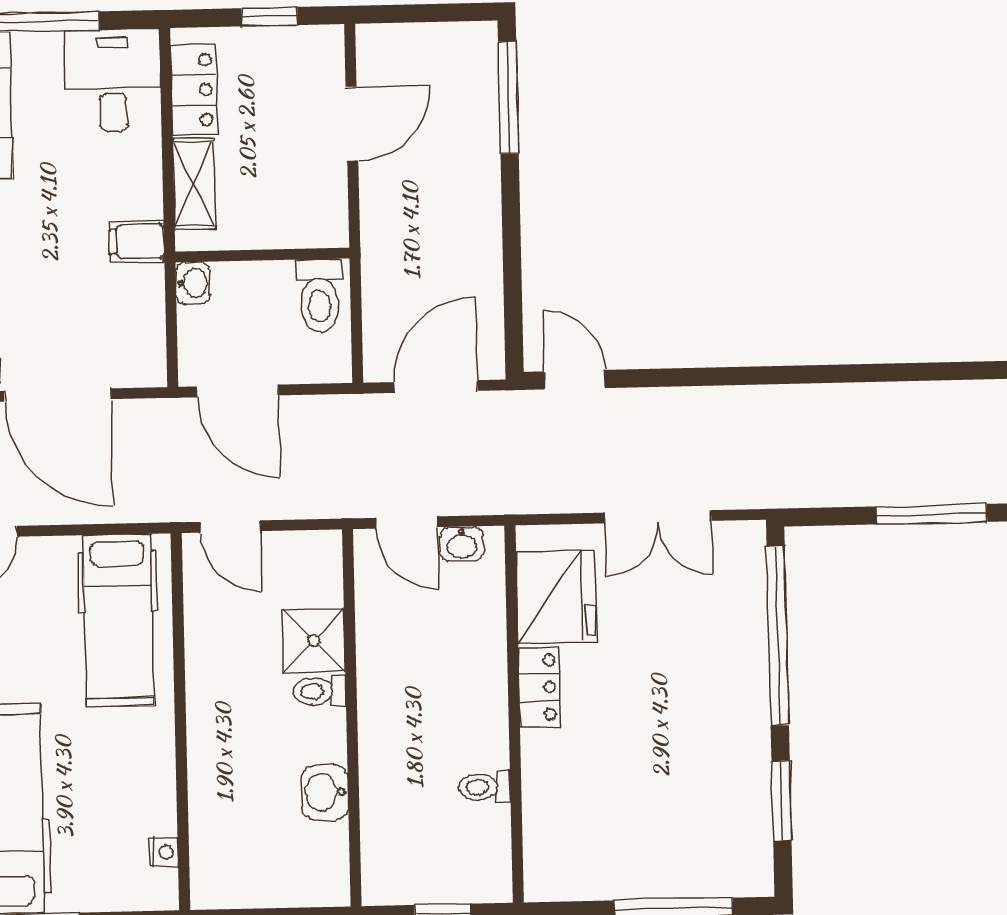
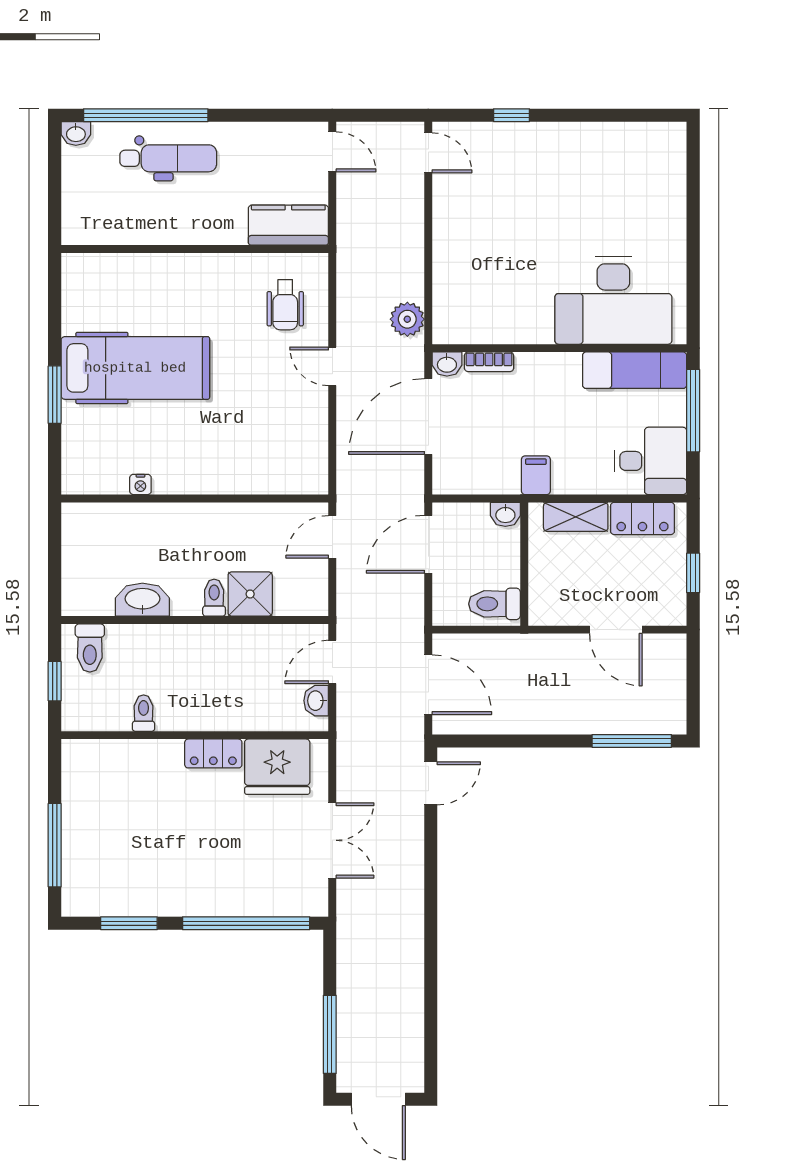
double door: (658, 517) -> (332, 840), swing flipped
hospital bed: (119, 620) -> (268, 456), removed
washbasin: (325, 792) -> (142, 600), width x1.38
nightstand: (164, 852) -> (140, 484), moved
toilet: (395, 865) -> (90, 648), added

